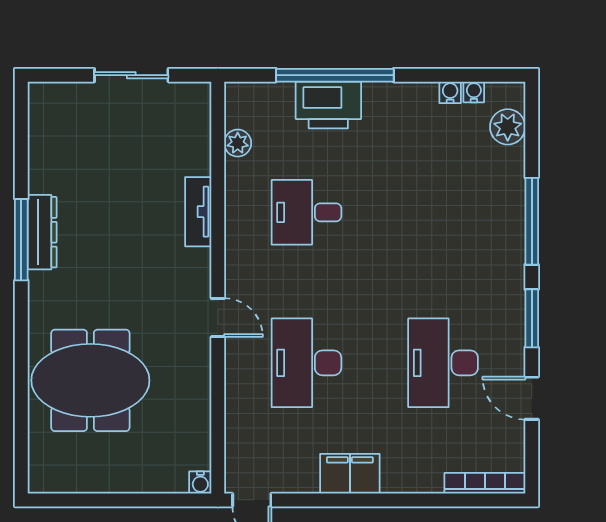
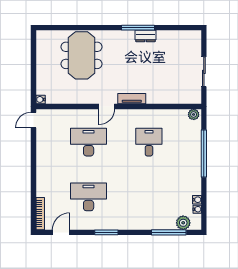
printer: (328, 105) -> (192, 151), removed
plant: (238, 143) -> (194, 114), moved
tv unit: (198, 212) -> (132, 99), moved
window: (532, 221) -> (169, 232), moved
dresser: (42, 232) -> (146, 36), width x0.70
door: (532, 398) -> (61, 232), moved
filing cabinet: (350, 474) -> (44, 159), removed

